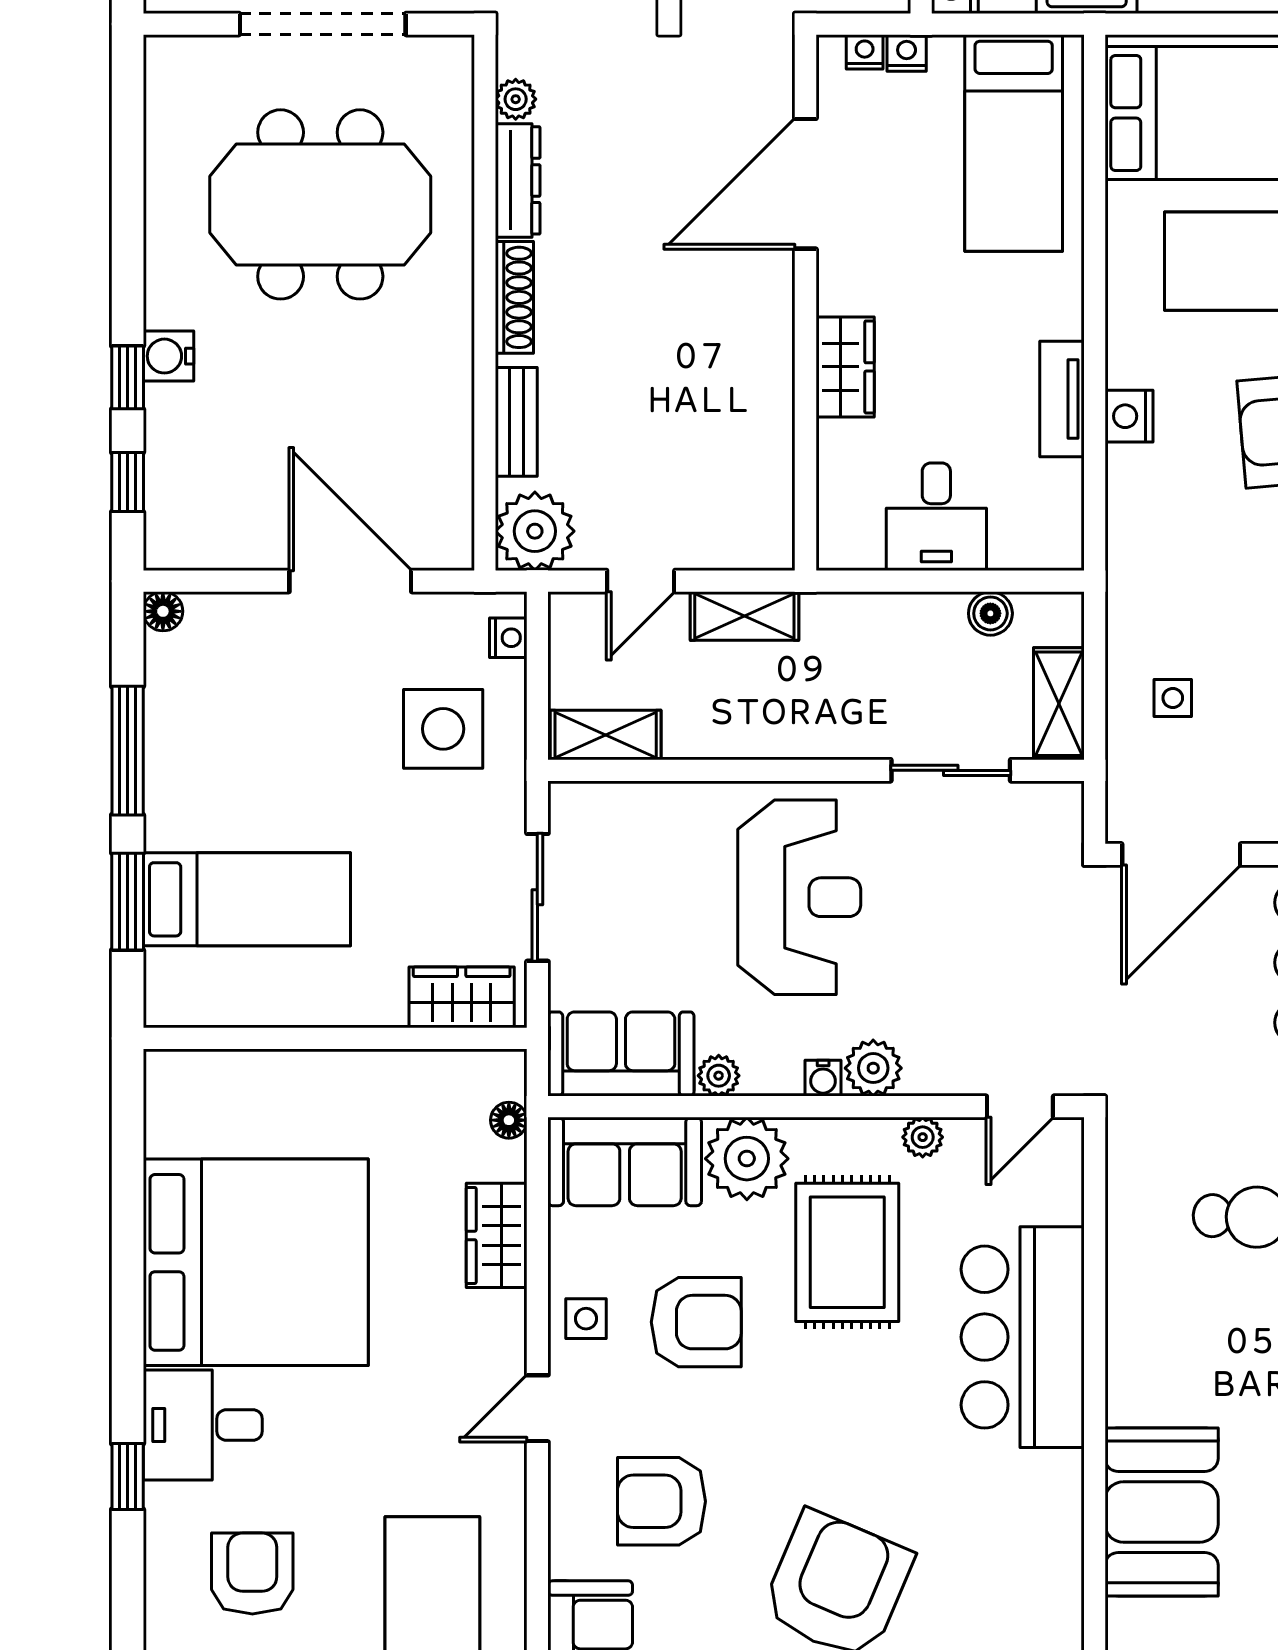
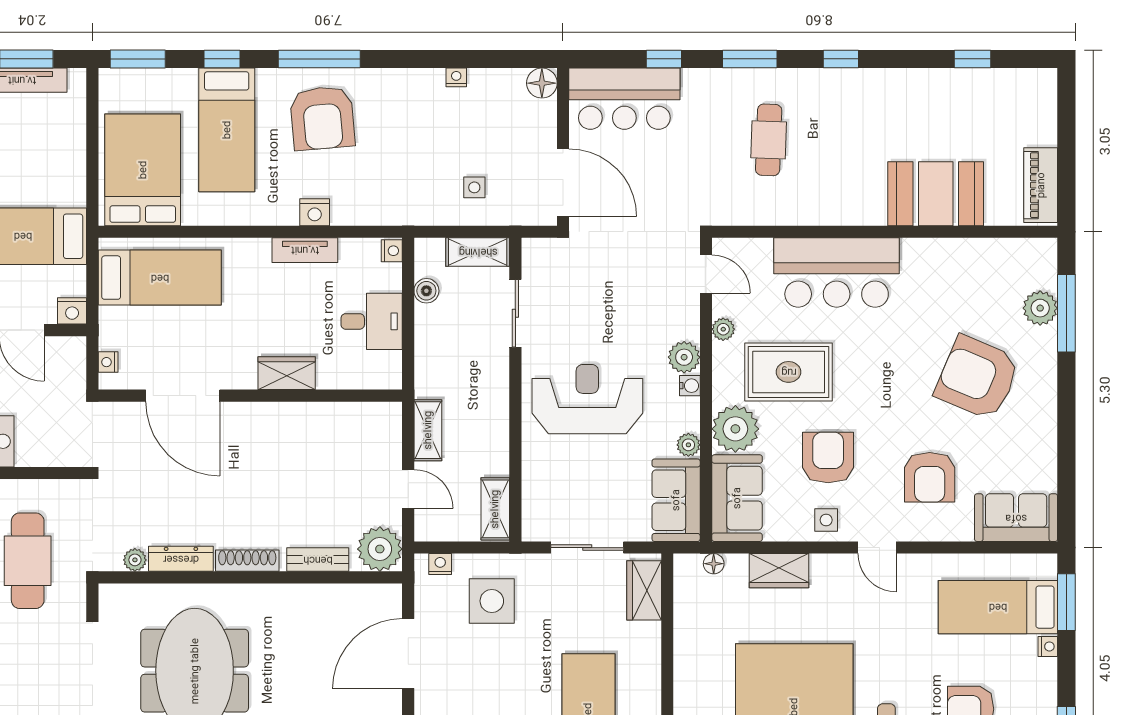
nightstand: (907, 53) -> (392, 251), moved, turned 180

